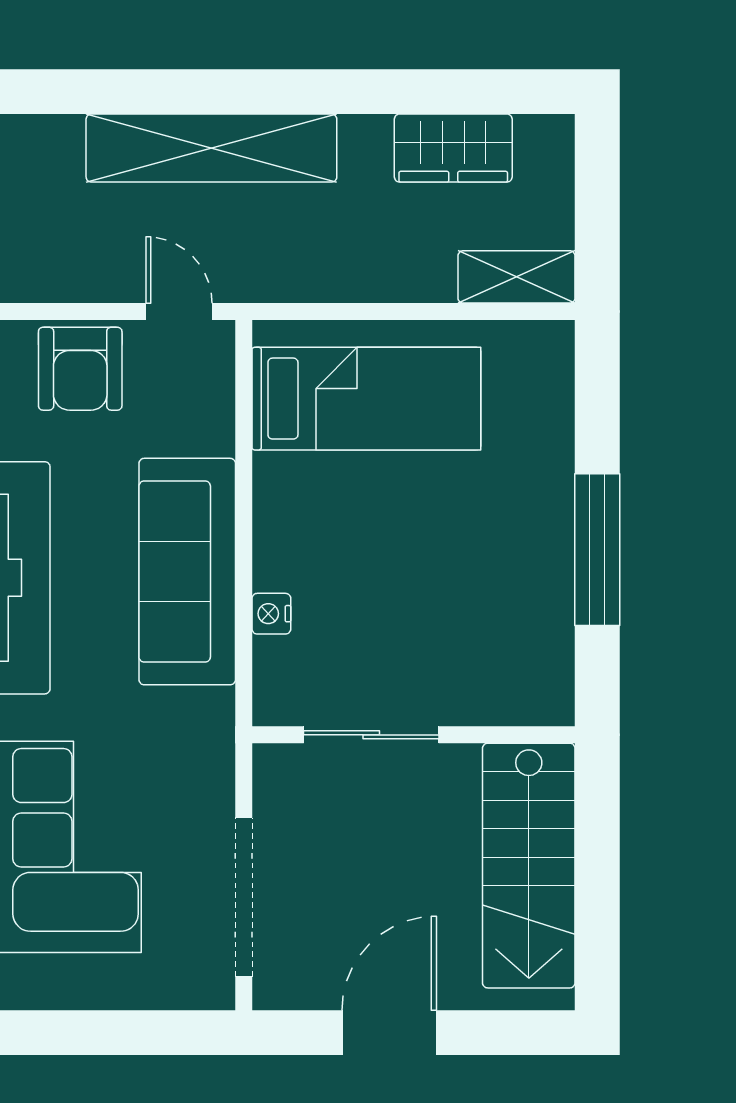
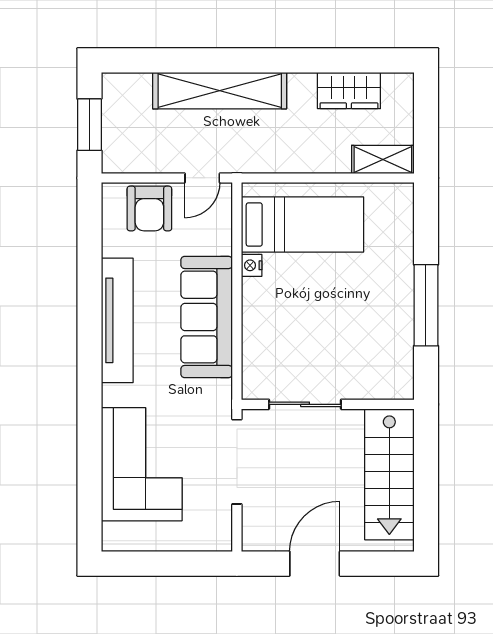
door: (179, 312) -> (202, 178), swing flipped
nightstand: (271, 614) -> (252, 265), moved
doorway: (244, 897) -> (237, 462), moved

